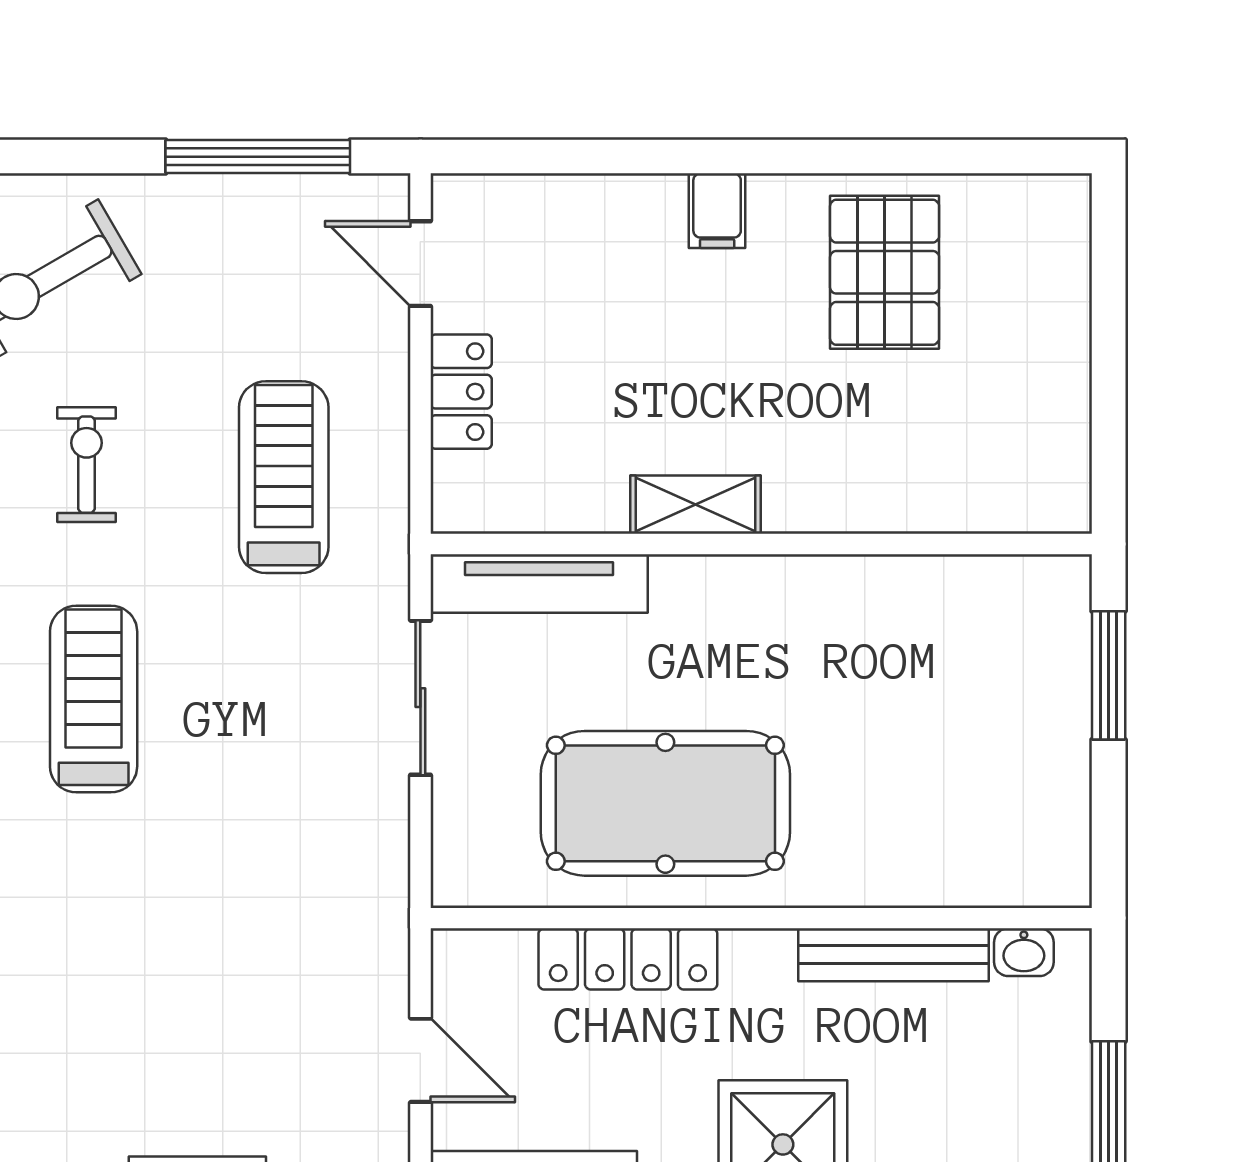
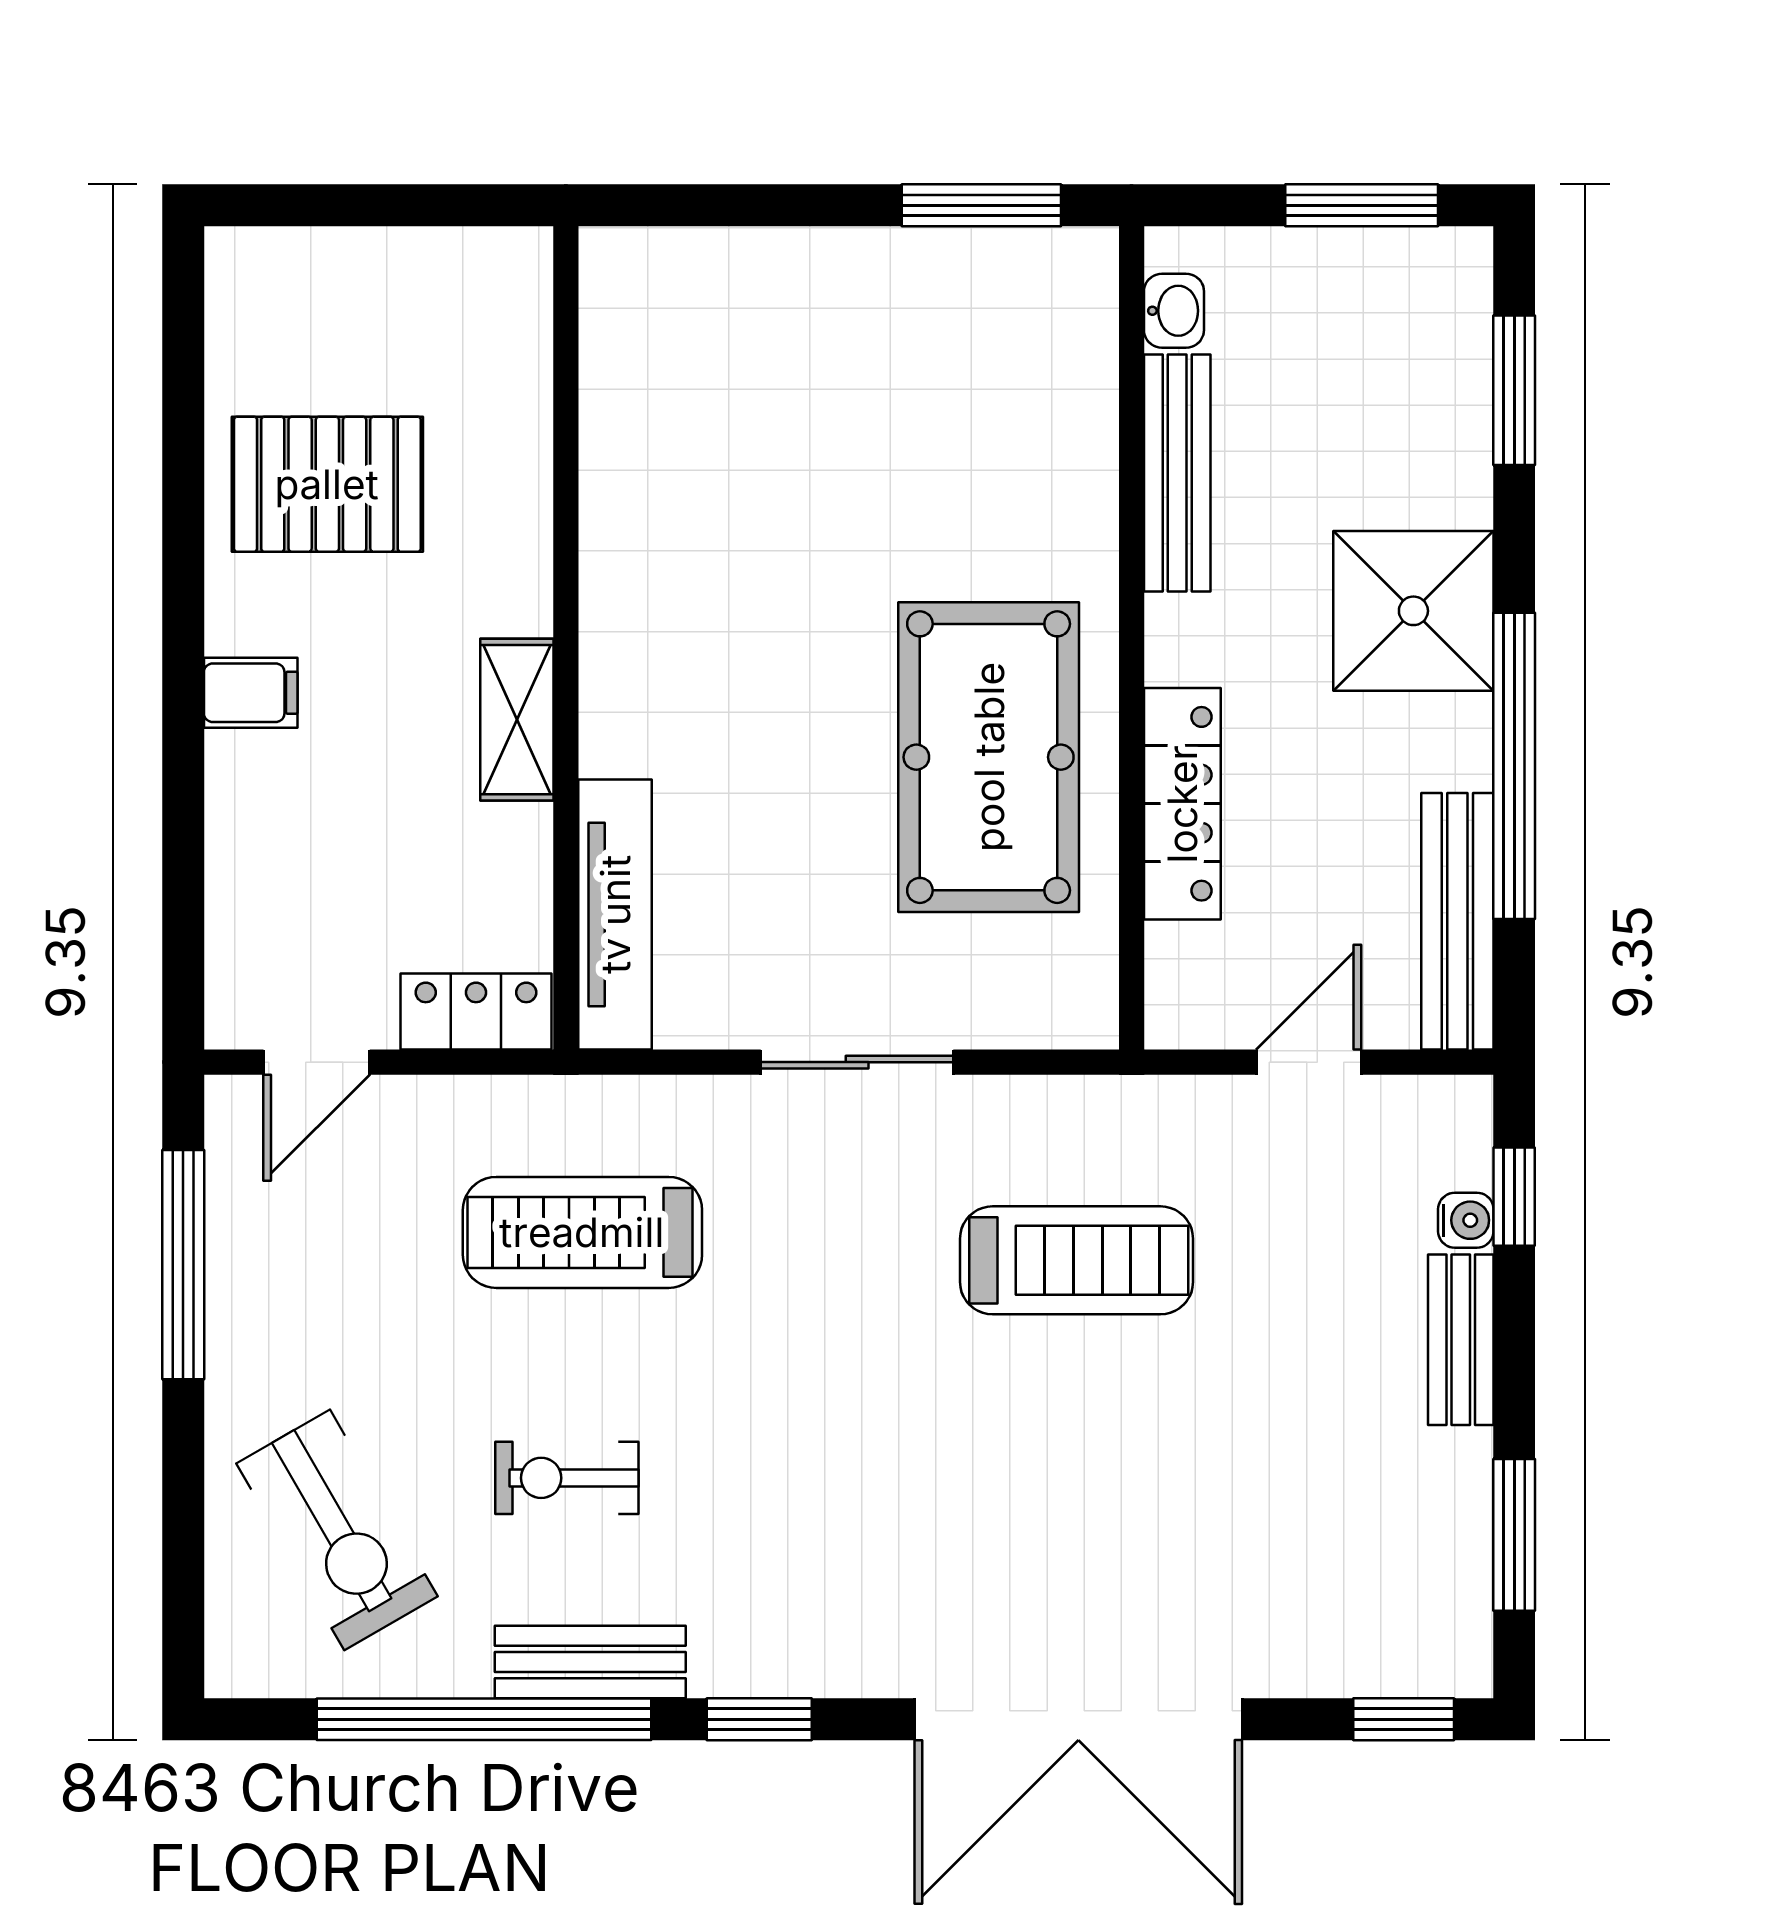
shelving: (695, 505) -> (517, 720), moved
wall: (761, 544) -> (566, 638), moved
tv unit: (539, 583) -> (615, 914), moved
window: (1109, 675) -> (981, 205), moved
treadmill: (94, 699) -> (1077, 1260), moved, turned 180

